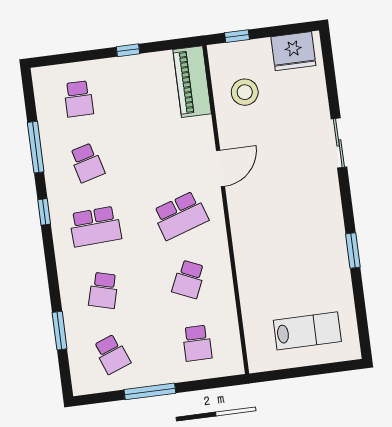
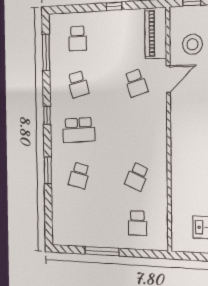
window: (36, 147) -> (46, 52), moved
door: (220, 168) -> (168, 79), moved
school desk: (180, 215) -> (136, 83), moved, width x0.54
window: (60, 331) -> (48, 170), moved
school desk: (112, 354) -> (80, 221), removed

